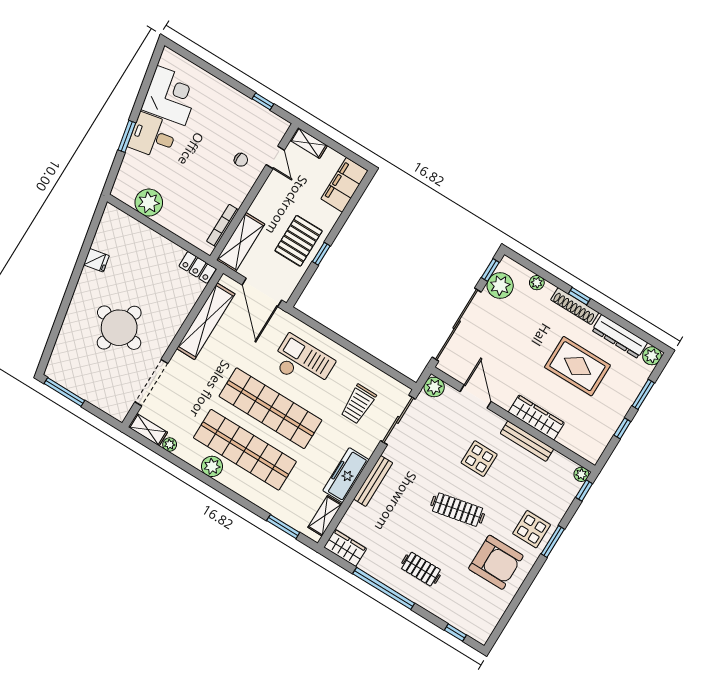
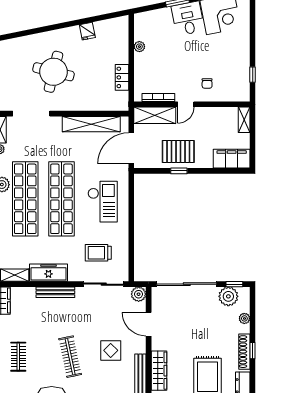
door: (275, 157) -> (186, 104), moved
plant: (149, 203) -> (139, 47), width x0.53, depth x0.53
locker: (197, 267) -> (122, 77), moved
door: (476, 397) -> (149, 324), swing flipped

